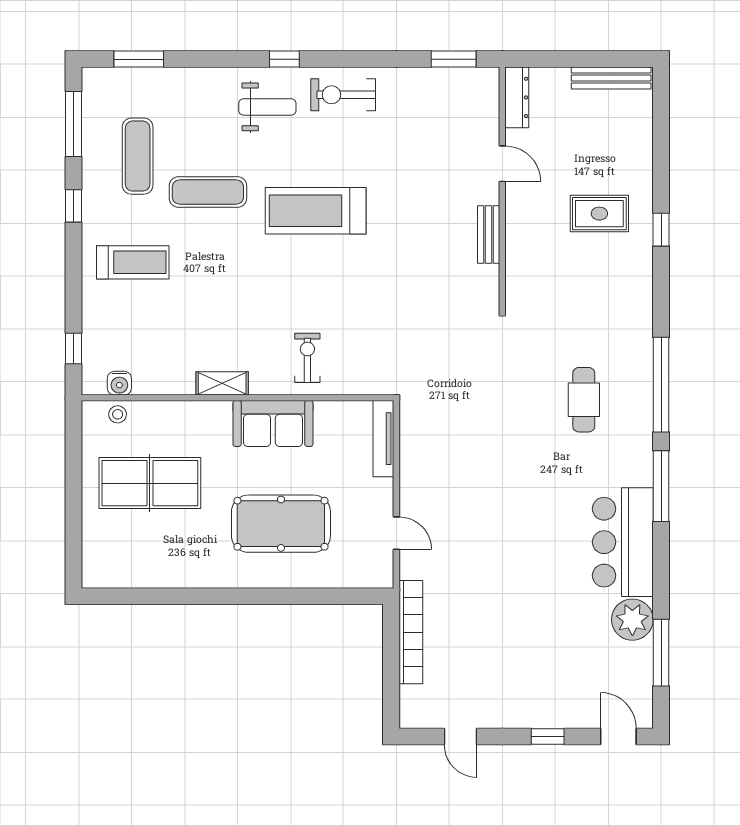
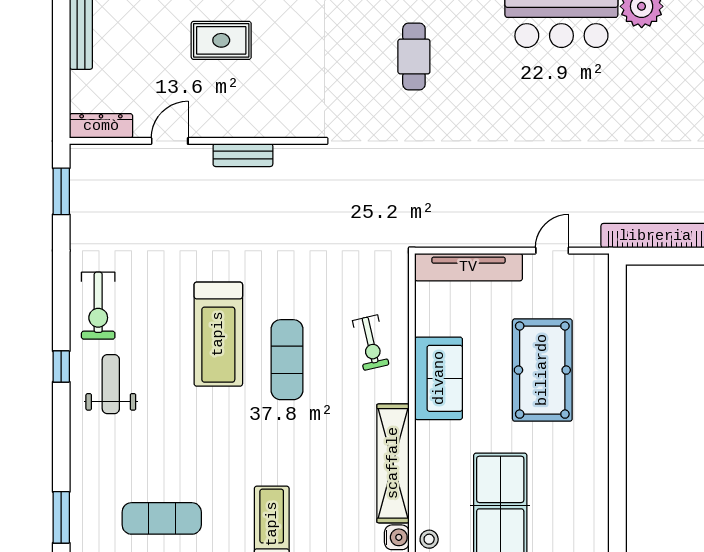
exercise mat: (208, 192) -> (287, 360), moved
rug: (599, 214) -> (221, 40), turned 90
exercise bike: (307, 358) -> (371, 343), turned -103
shelving: (222, 383) -> (393, 463), width x2.20, depth x1.33
cafe table: (584, 400) -> (414, 57), turned 90
tv unit: (383, 439) -> (468, 267), width x1.36, depth x1.29

